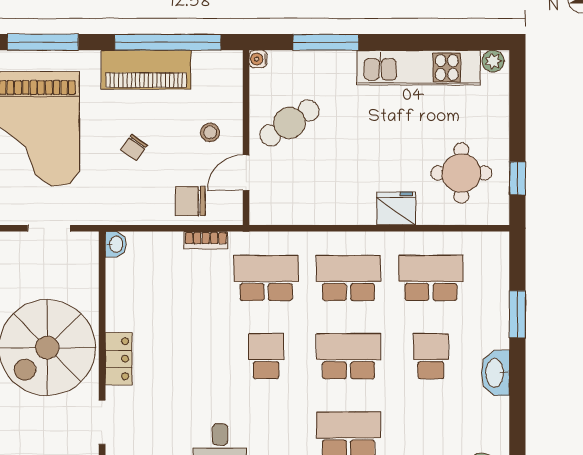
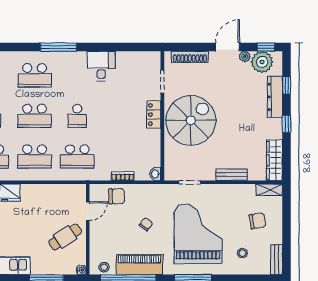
stool: (210, 132) -> (104, 267), moved
bookcase: (206, 240) -> (123, 176), moved

